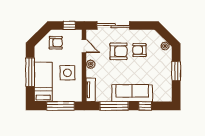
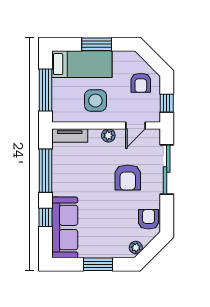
armchair: (139, 50) -> (149, 219), moved
window: (30, 72) -> (97, 44), width x0.69
sofa: (132, 93) -> (65, 227), moved

